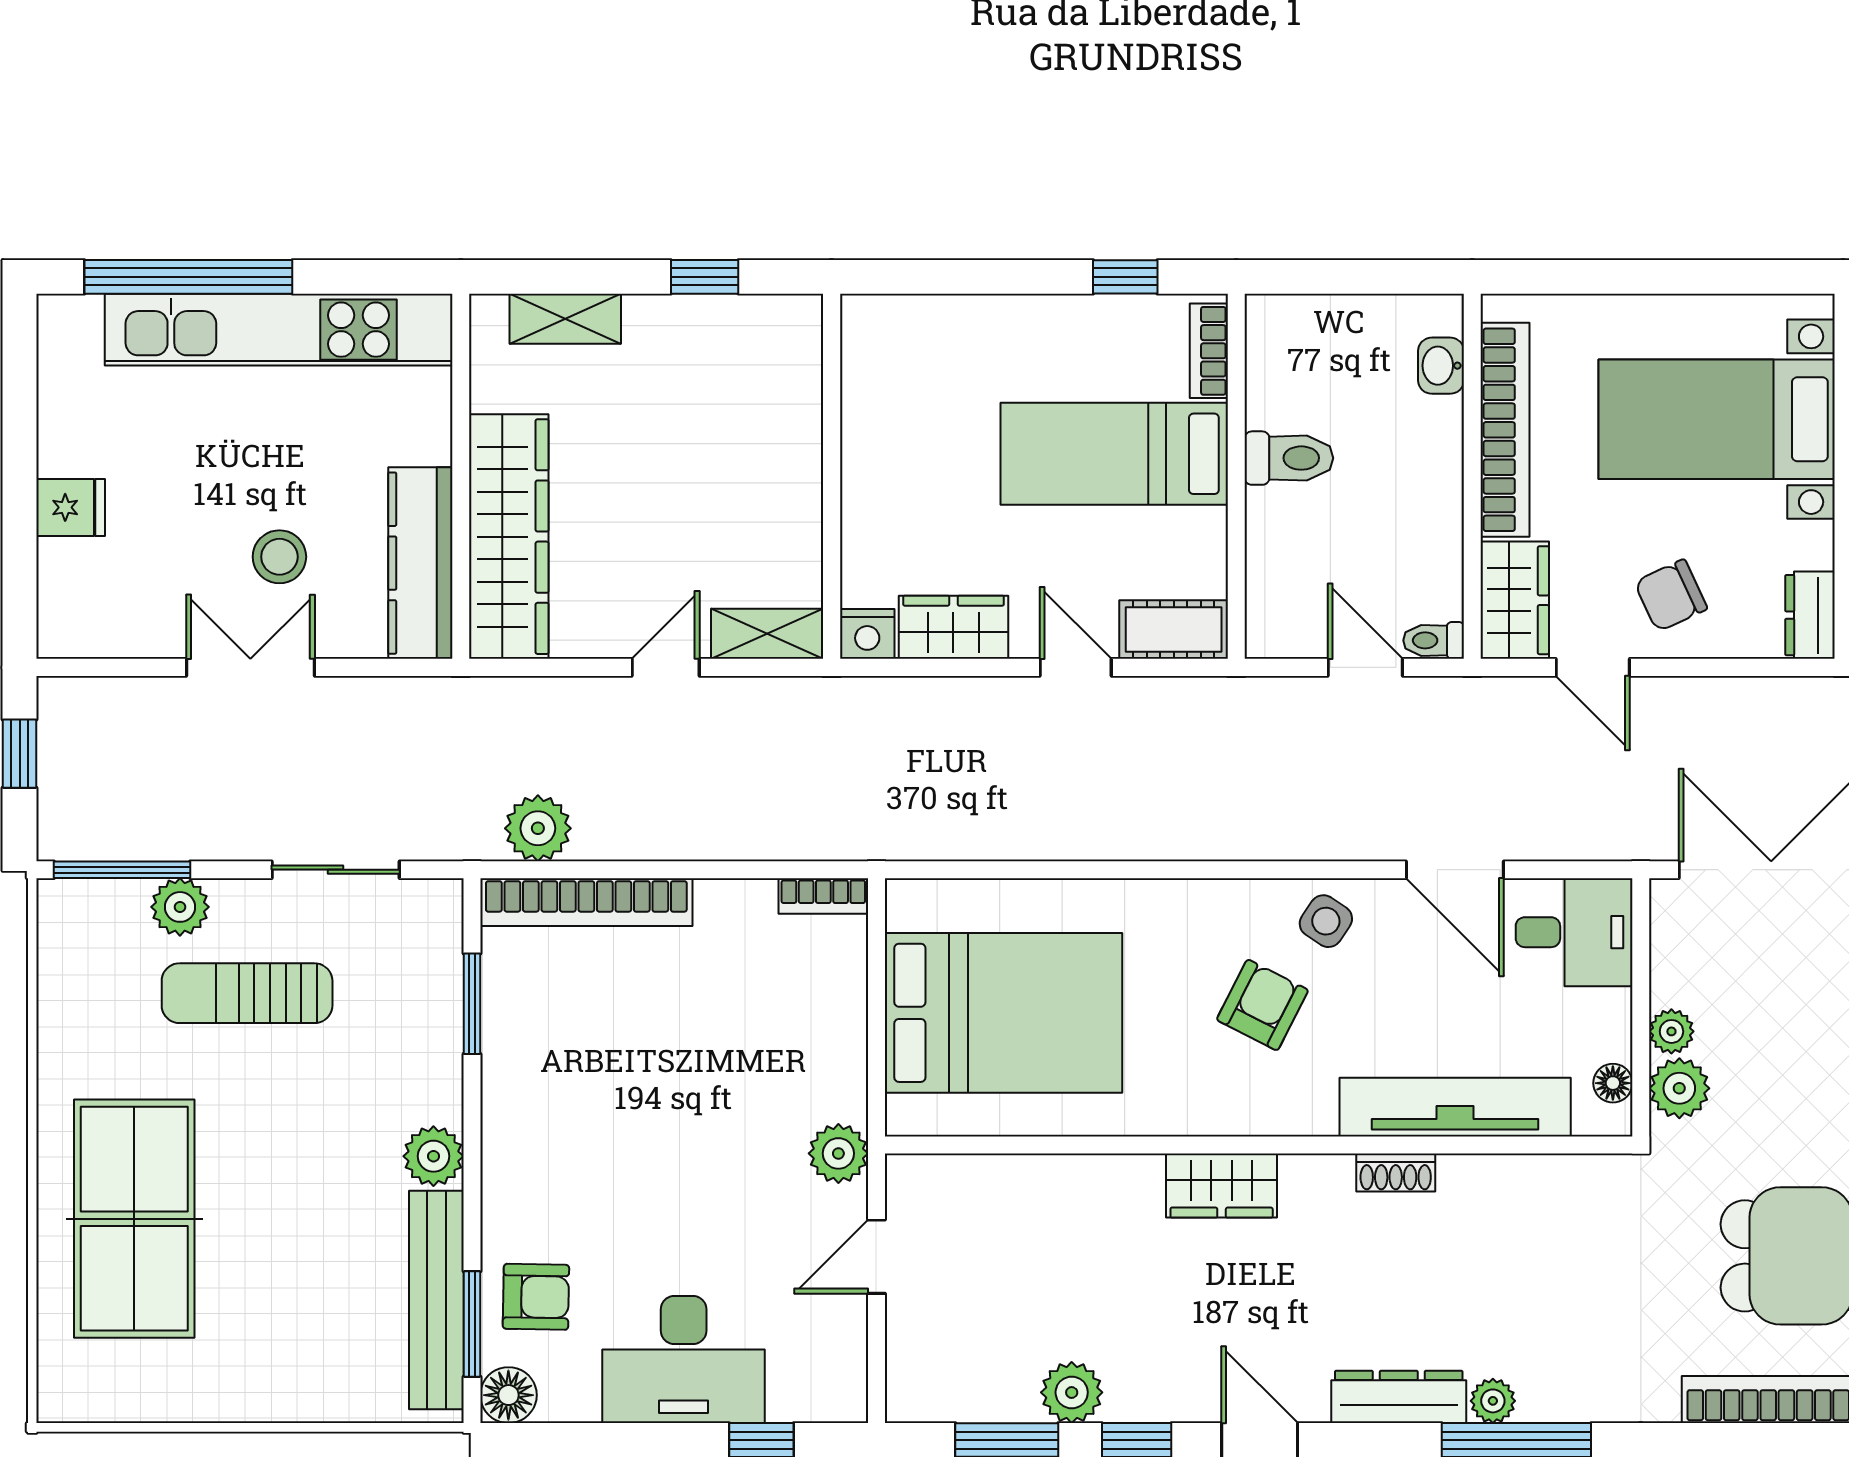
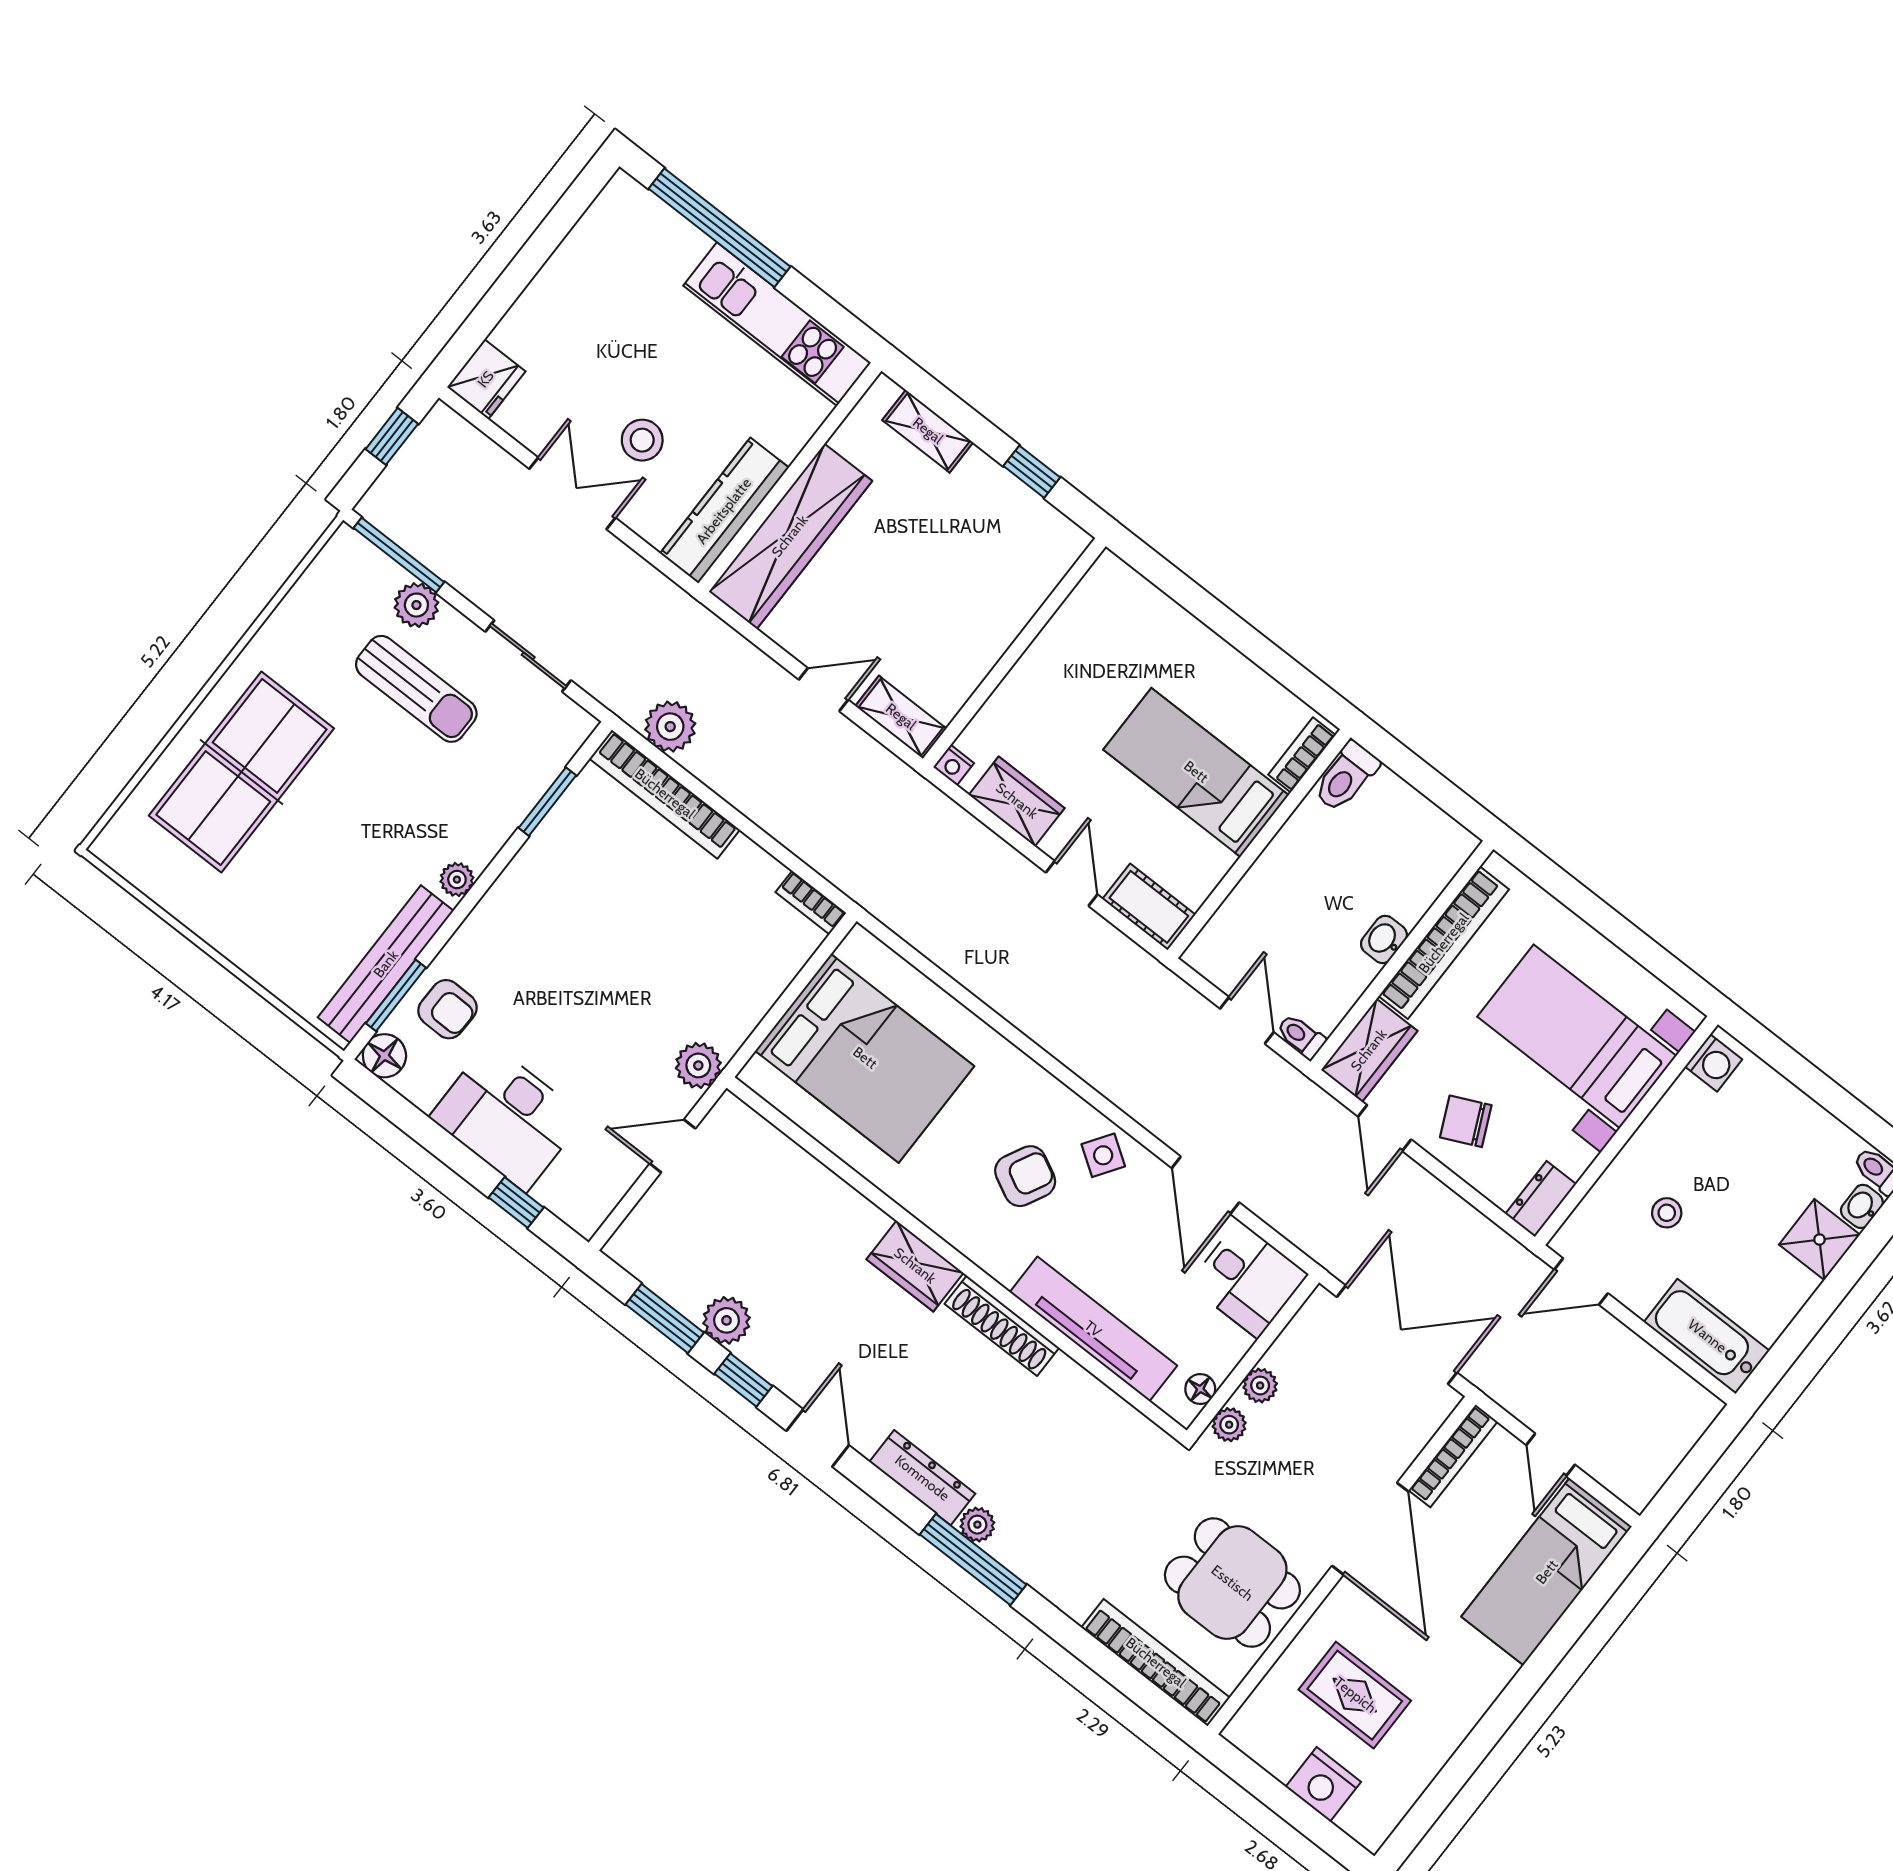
window: (1125, 277) -> (1286, 671), removed
kitchen unit: (279, 330) -> (777, 324), width x0.73
washbasin: (1441, 366) -> (1384, 939), moved
toilet: (1289, 458) -> (1346, 777), moved, turned 90
fridge: (71, 507) -> (486, 379), moved, width x1.38
nightstand: (867, 634) -> (954, 765), width x0.72, depth x0.74
sun lounger: (247, 993) -> (416, 689), turned 180
plant: (1679, 1088) -> (1229, 1425), width x0.73, depth x0.73
plant: (433, 1156) -> (457, 880), width x0.73, depth x0.73
shoe rack: (1396, 1173) -> (1002, 1326), width x1.94, depth x1.24

